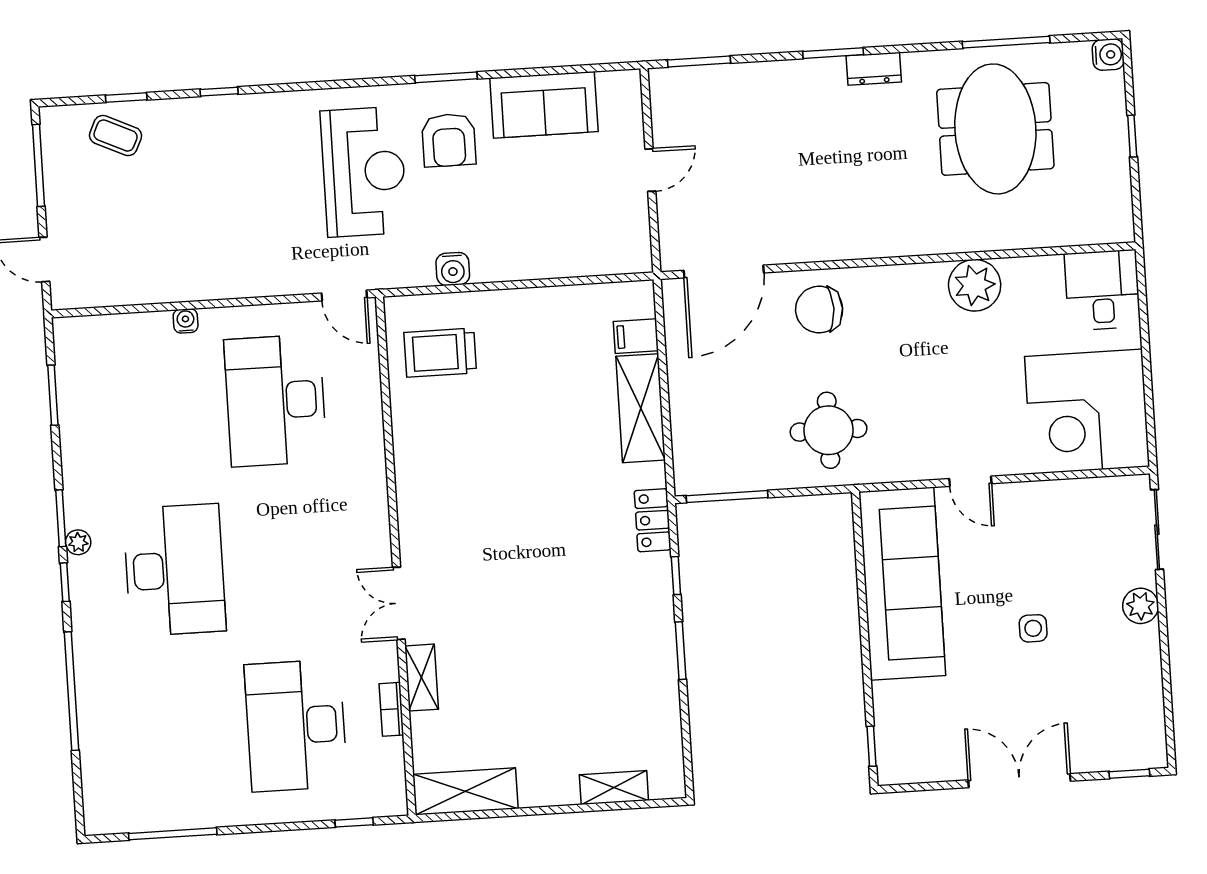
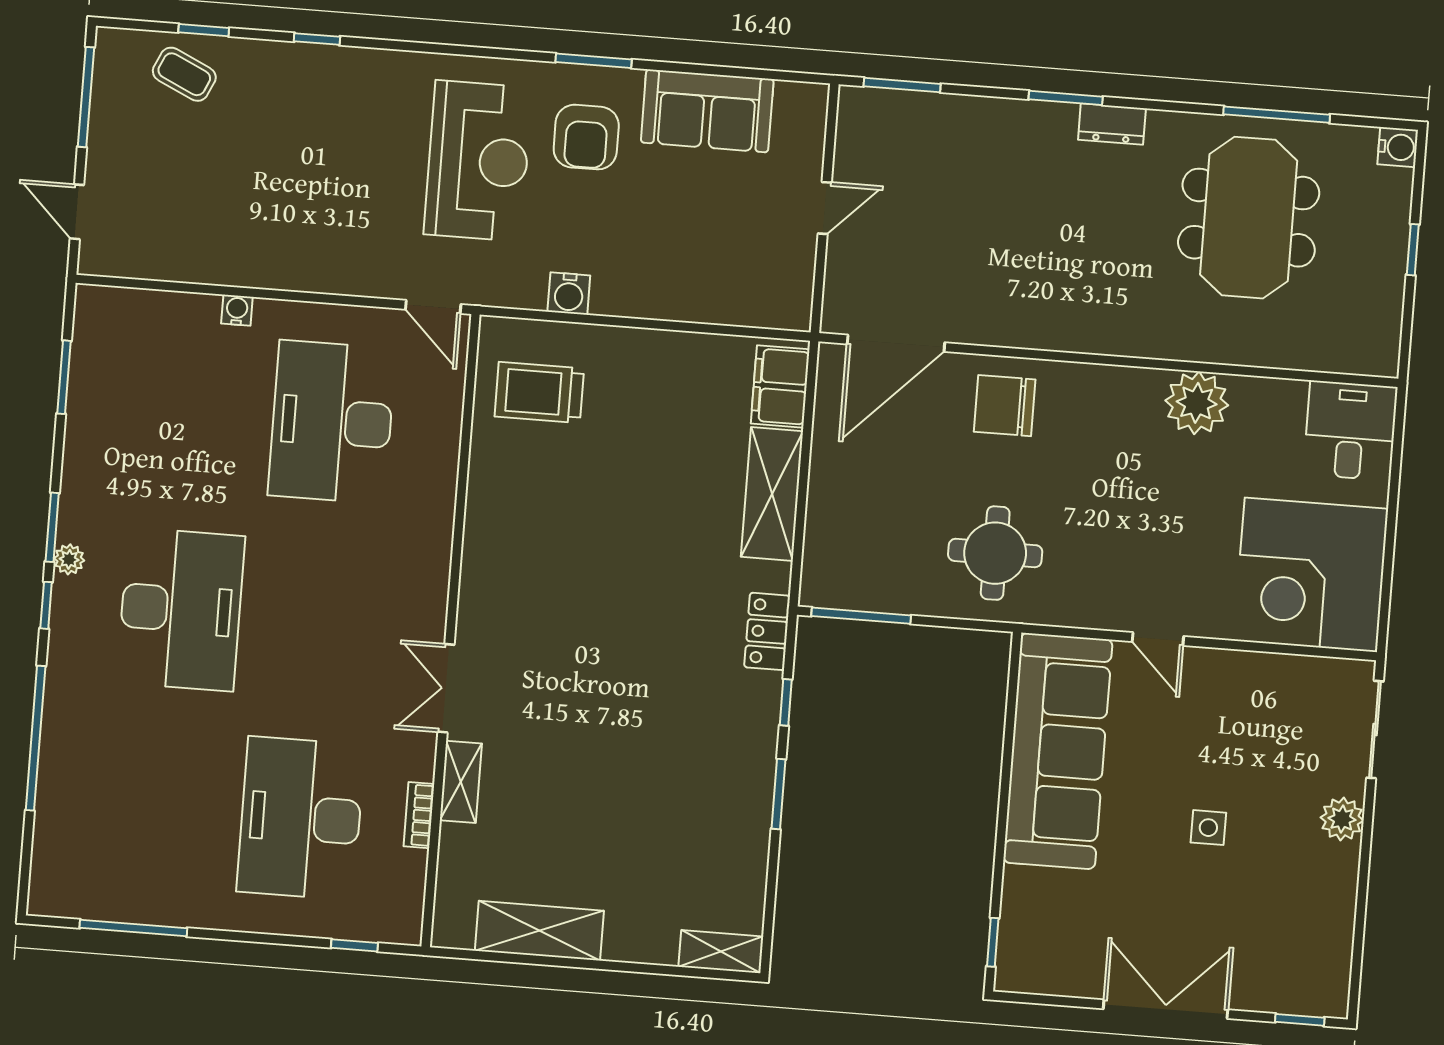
filing cabinet: (636, 336) -> (780, 386), width x2.00
shelving: (614, 788) -> (721, 952), moved
shelving: (465, 791) -> (539, 931), moved

